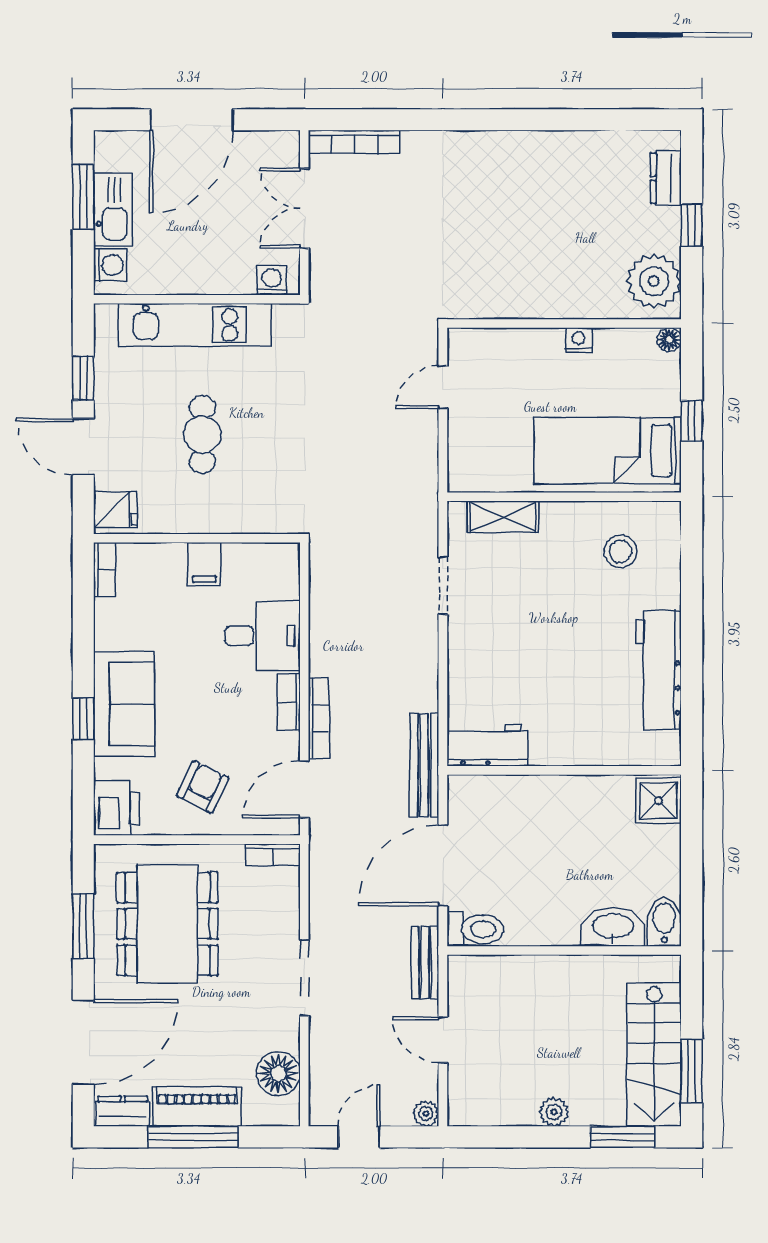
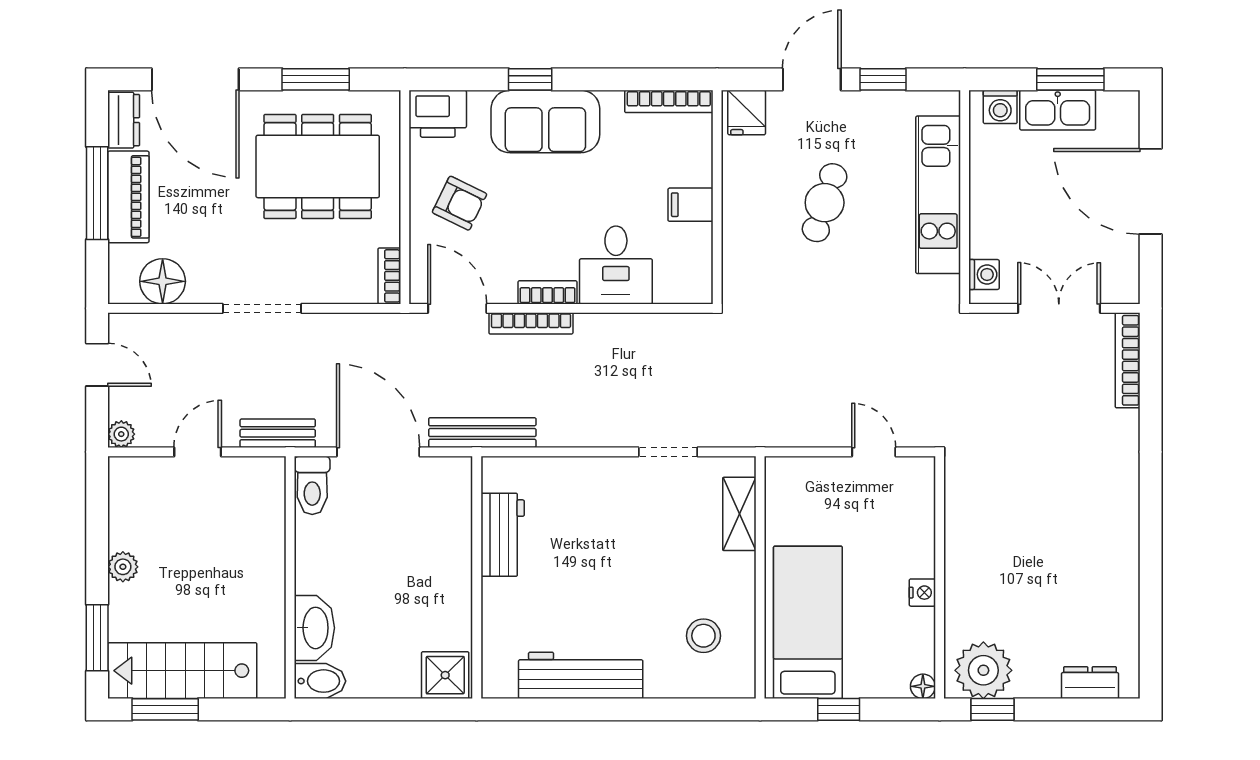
window: (692, 225) -> (993, 709), moved
cafe table: (202, 435) -> (825, 203), turned -72
bookcase: (105, 570) -> (669, 101), width x1.56
workbench: (487, 745) -> (503, 535), moved

